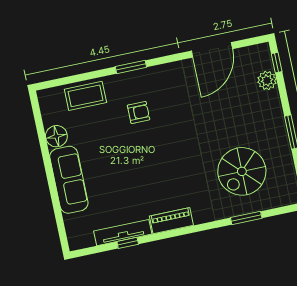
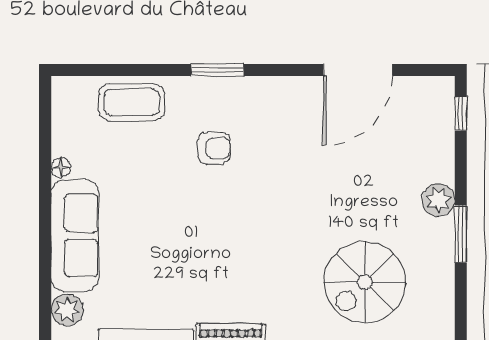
plant: (267, 80) -> (438, 200), moved
floor lamp: (56, 136) -> (61, 167), width x0.53, depth x0.53
plant: (73, 224) -> (67, 310), added

